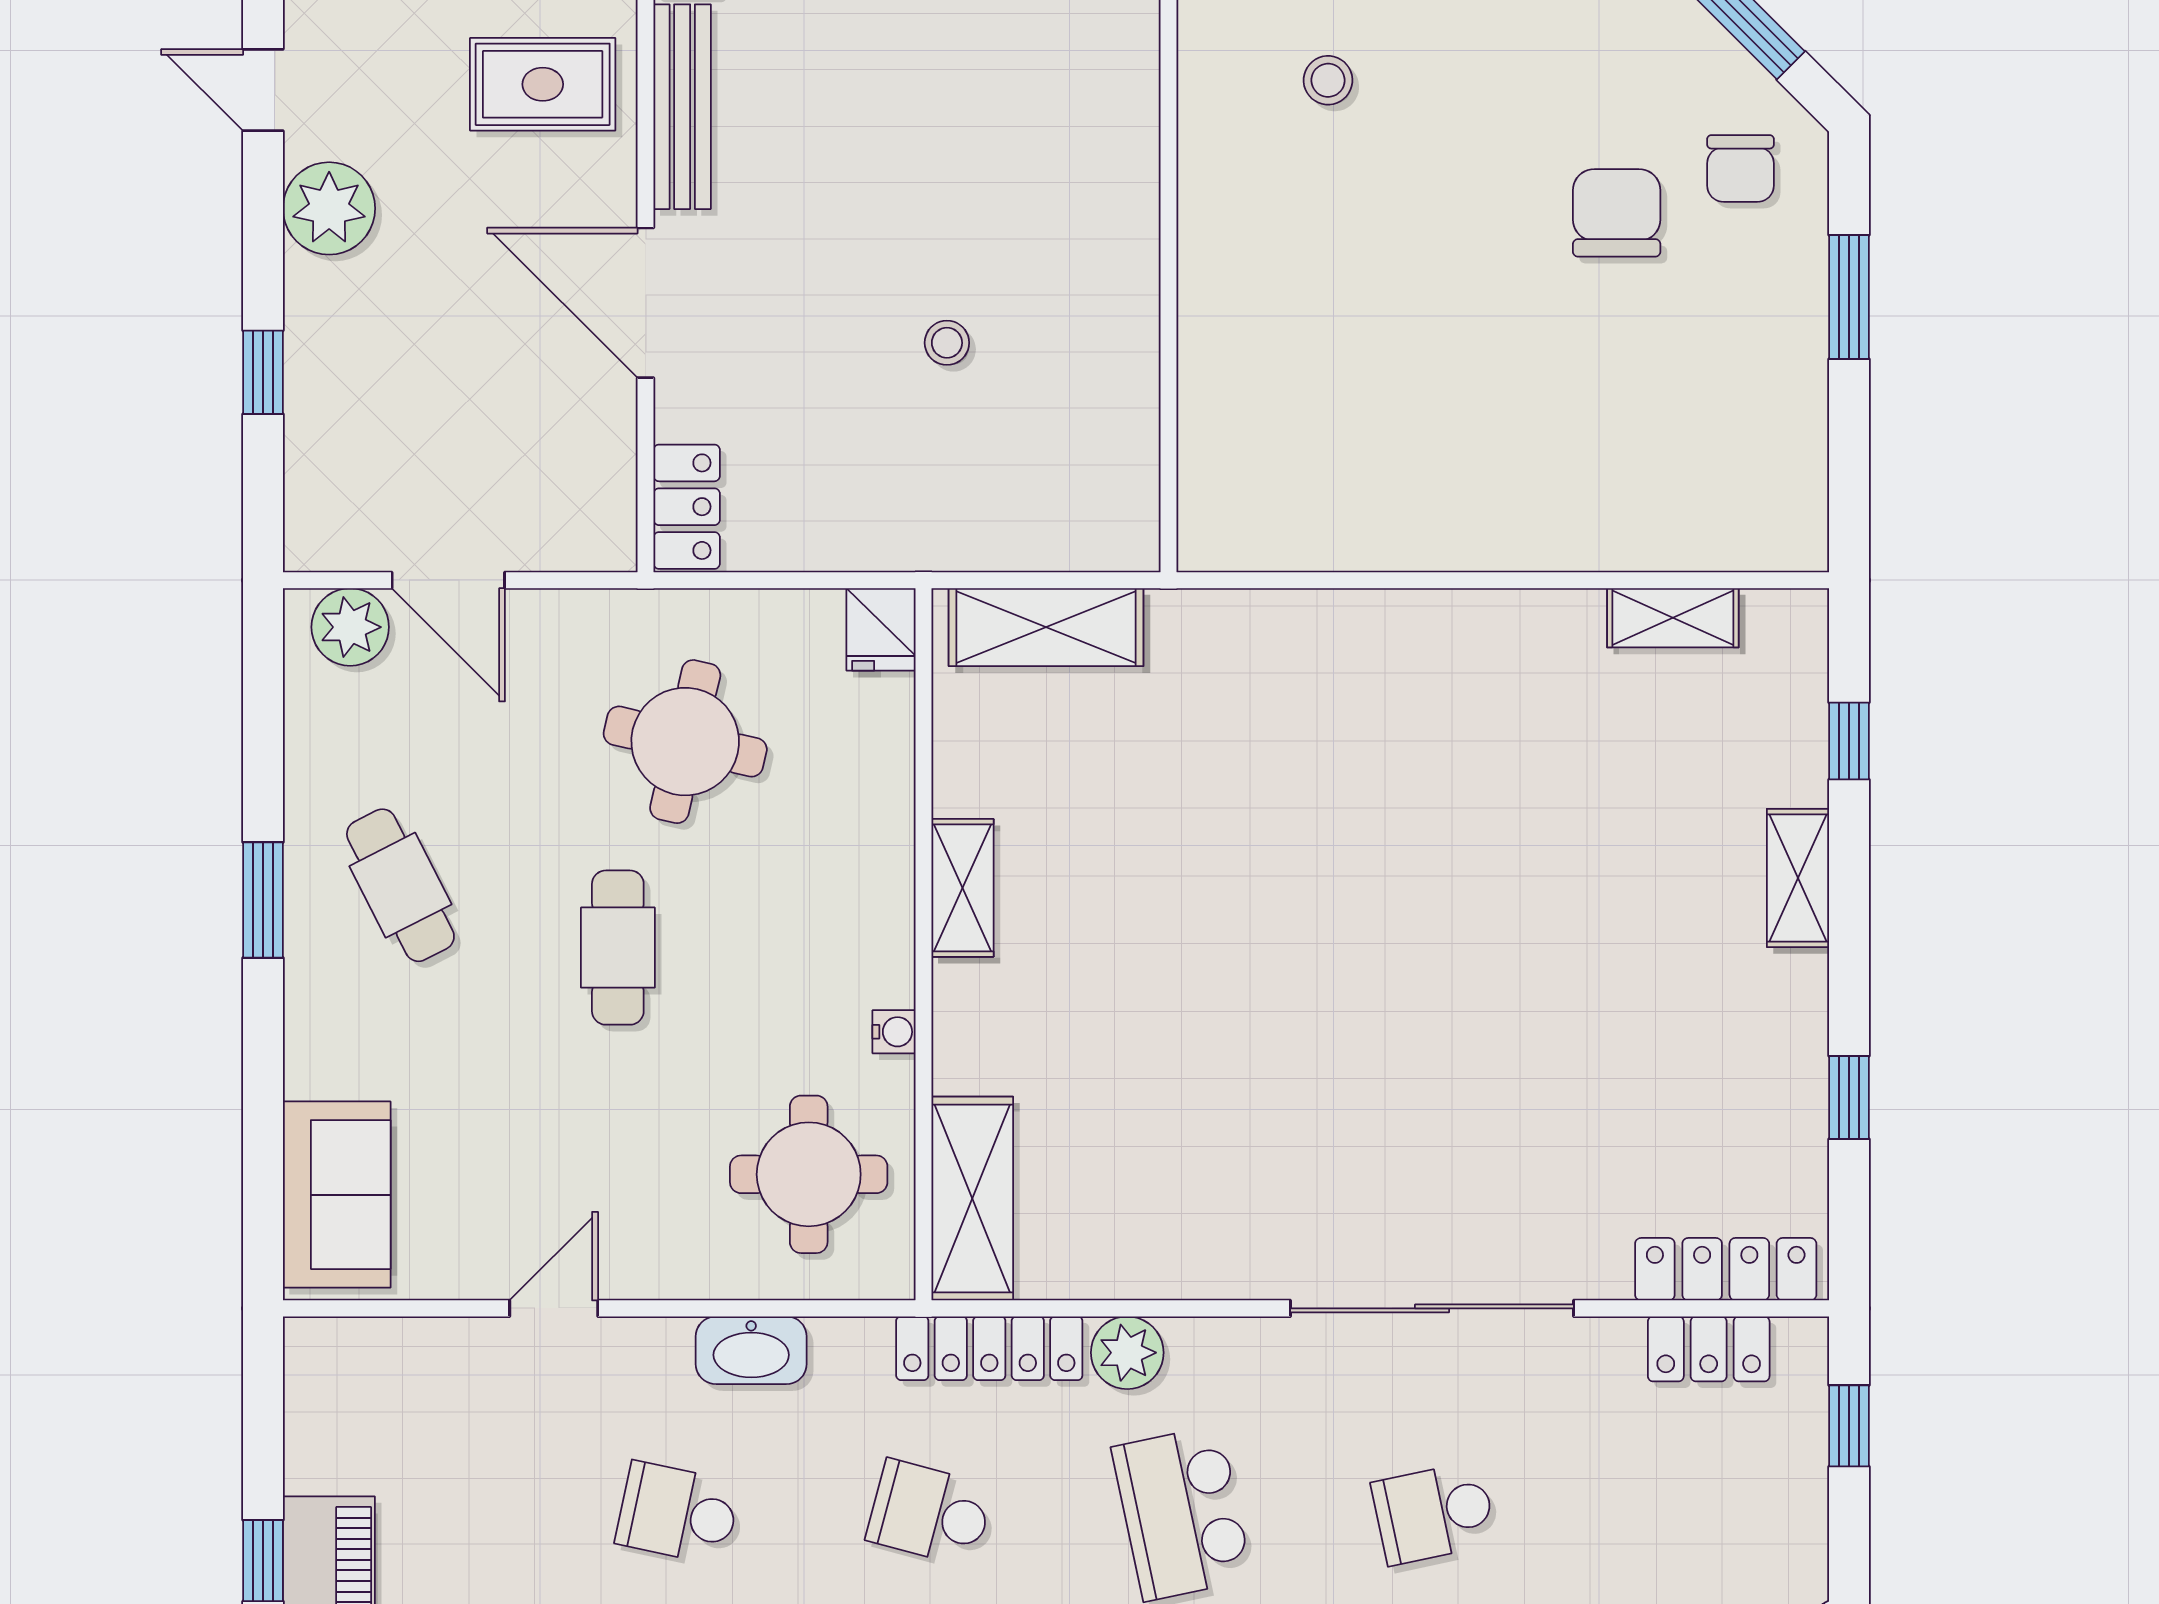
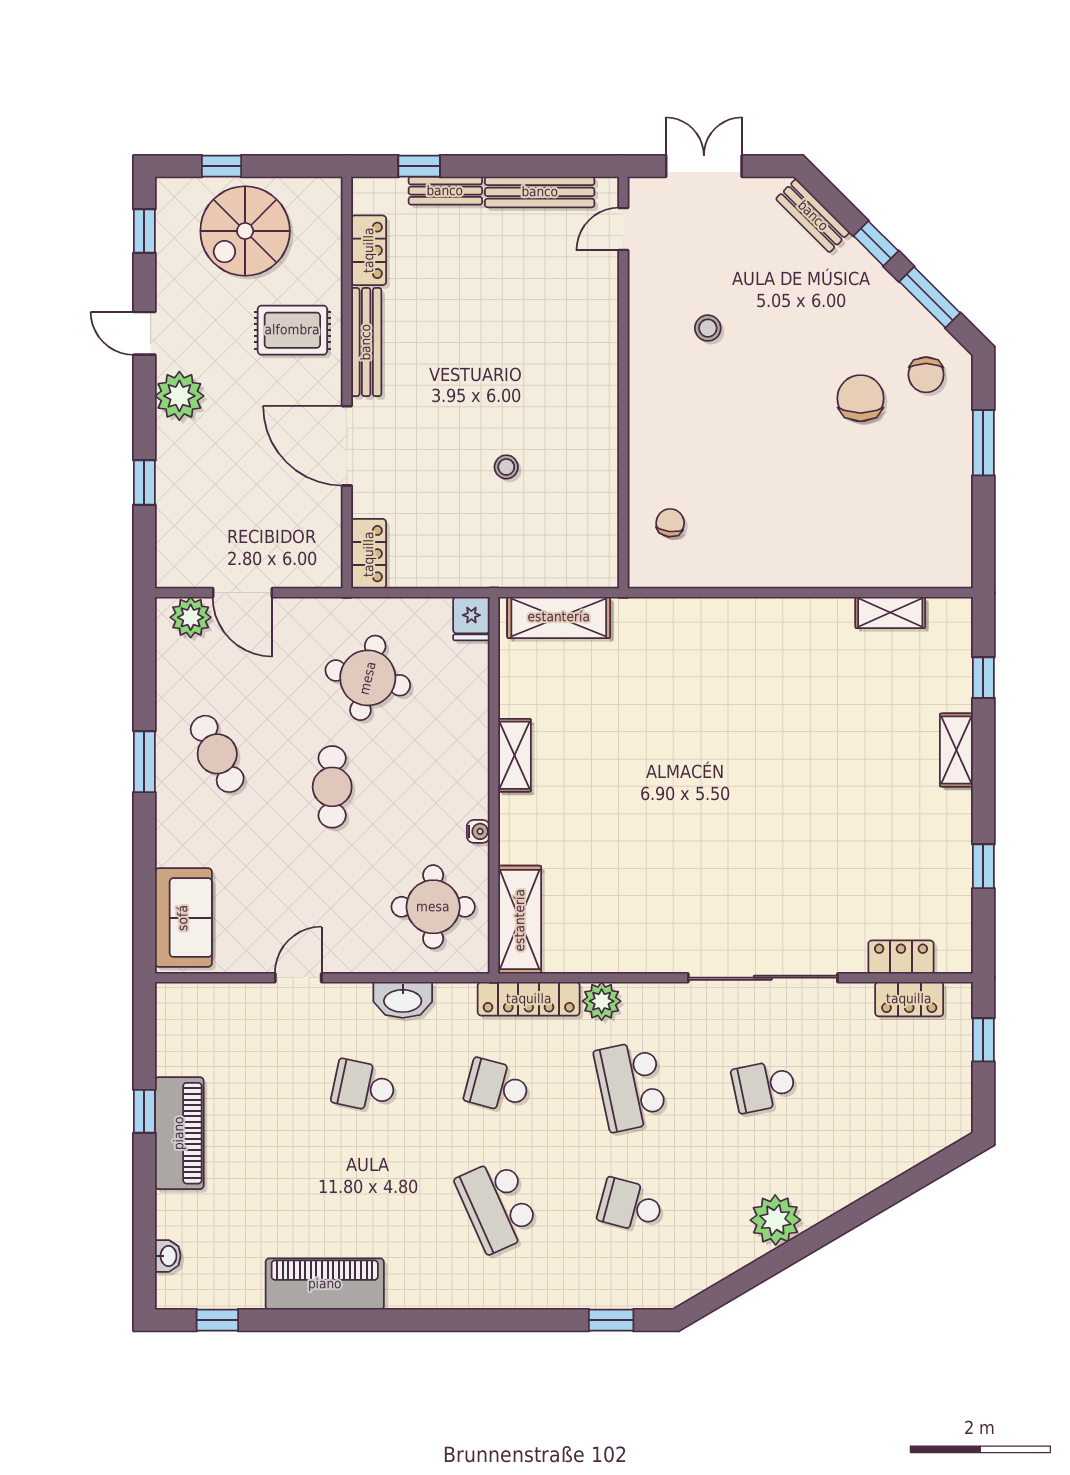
chair: (1257, 448) -> (670, 523), added
locker: (1726, 1269) -> (901, 957), width x0.66

